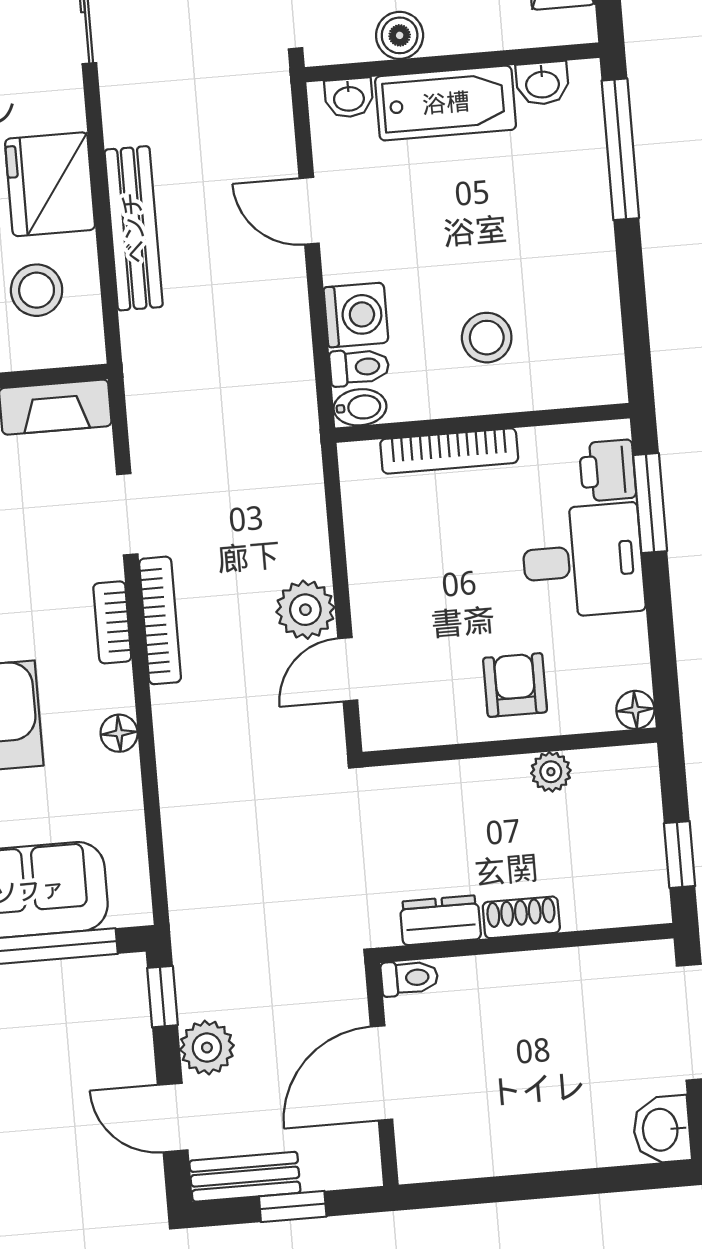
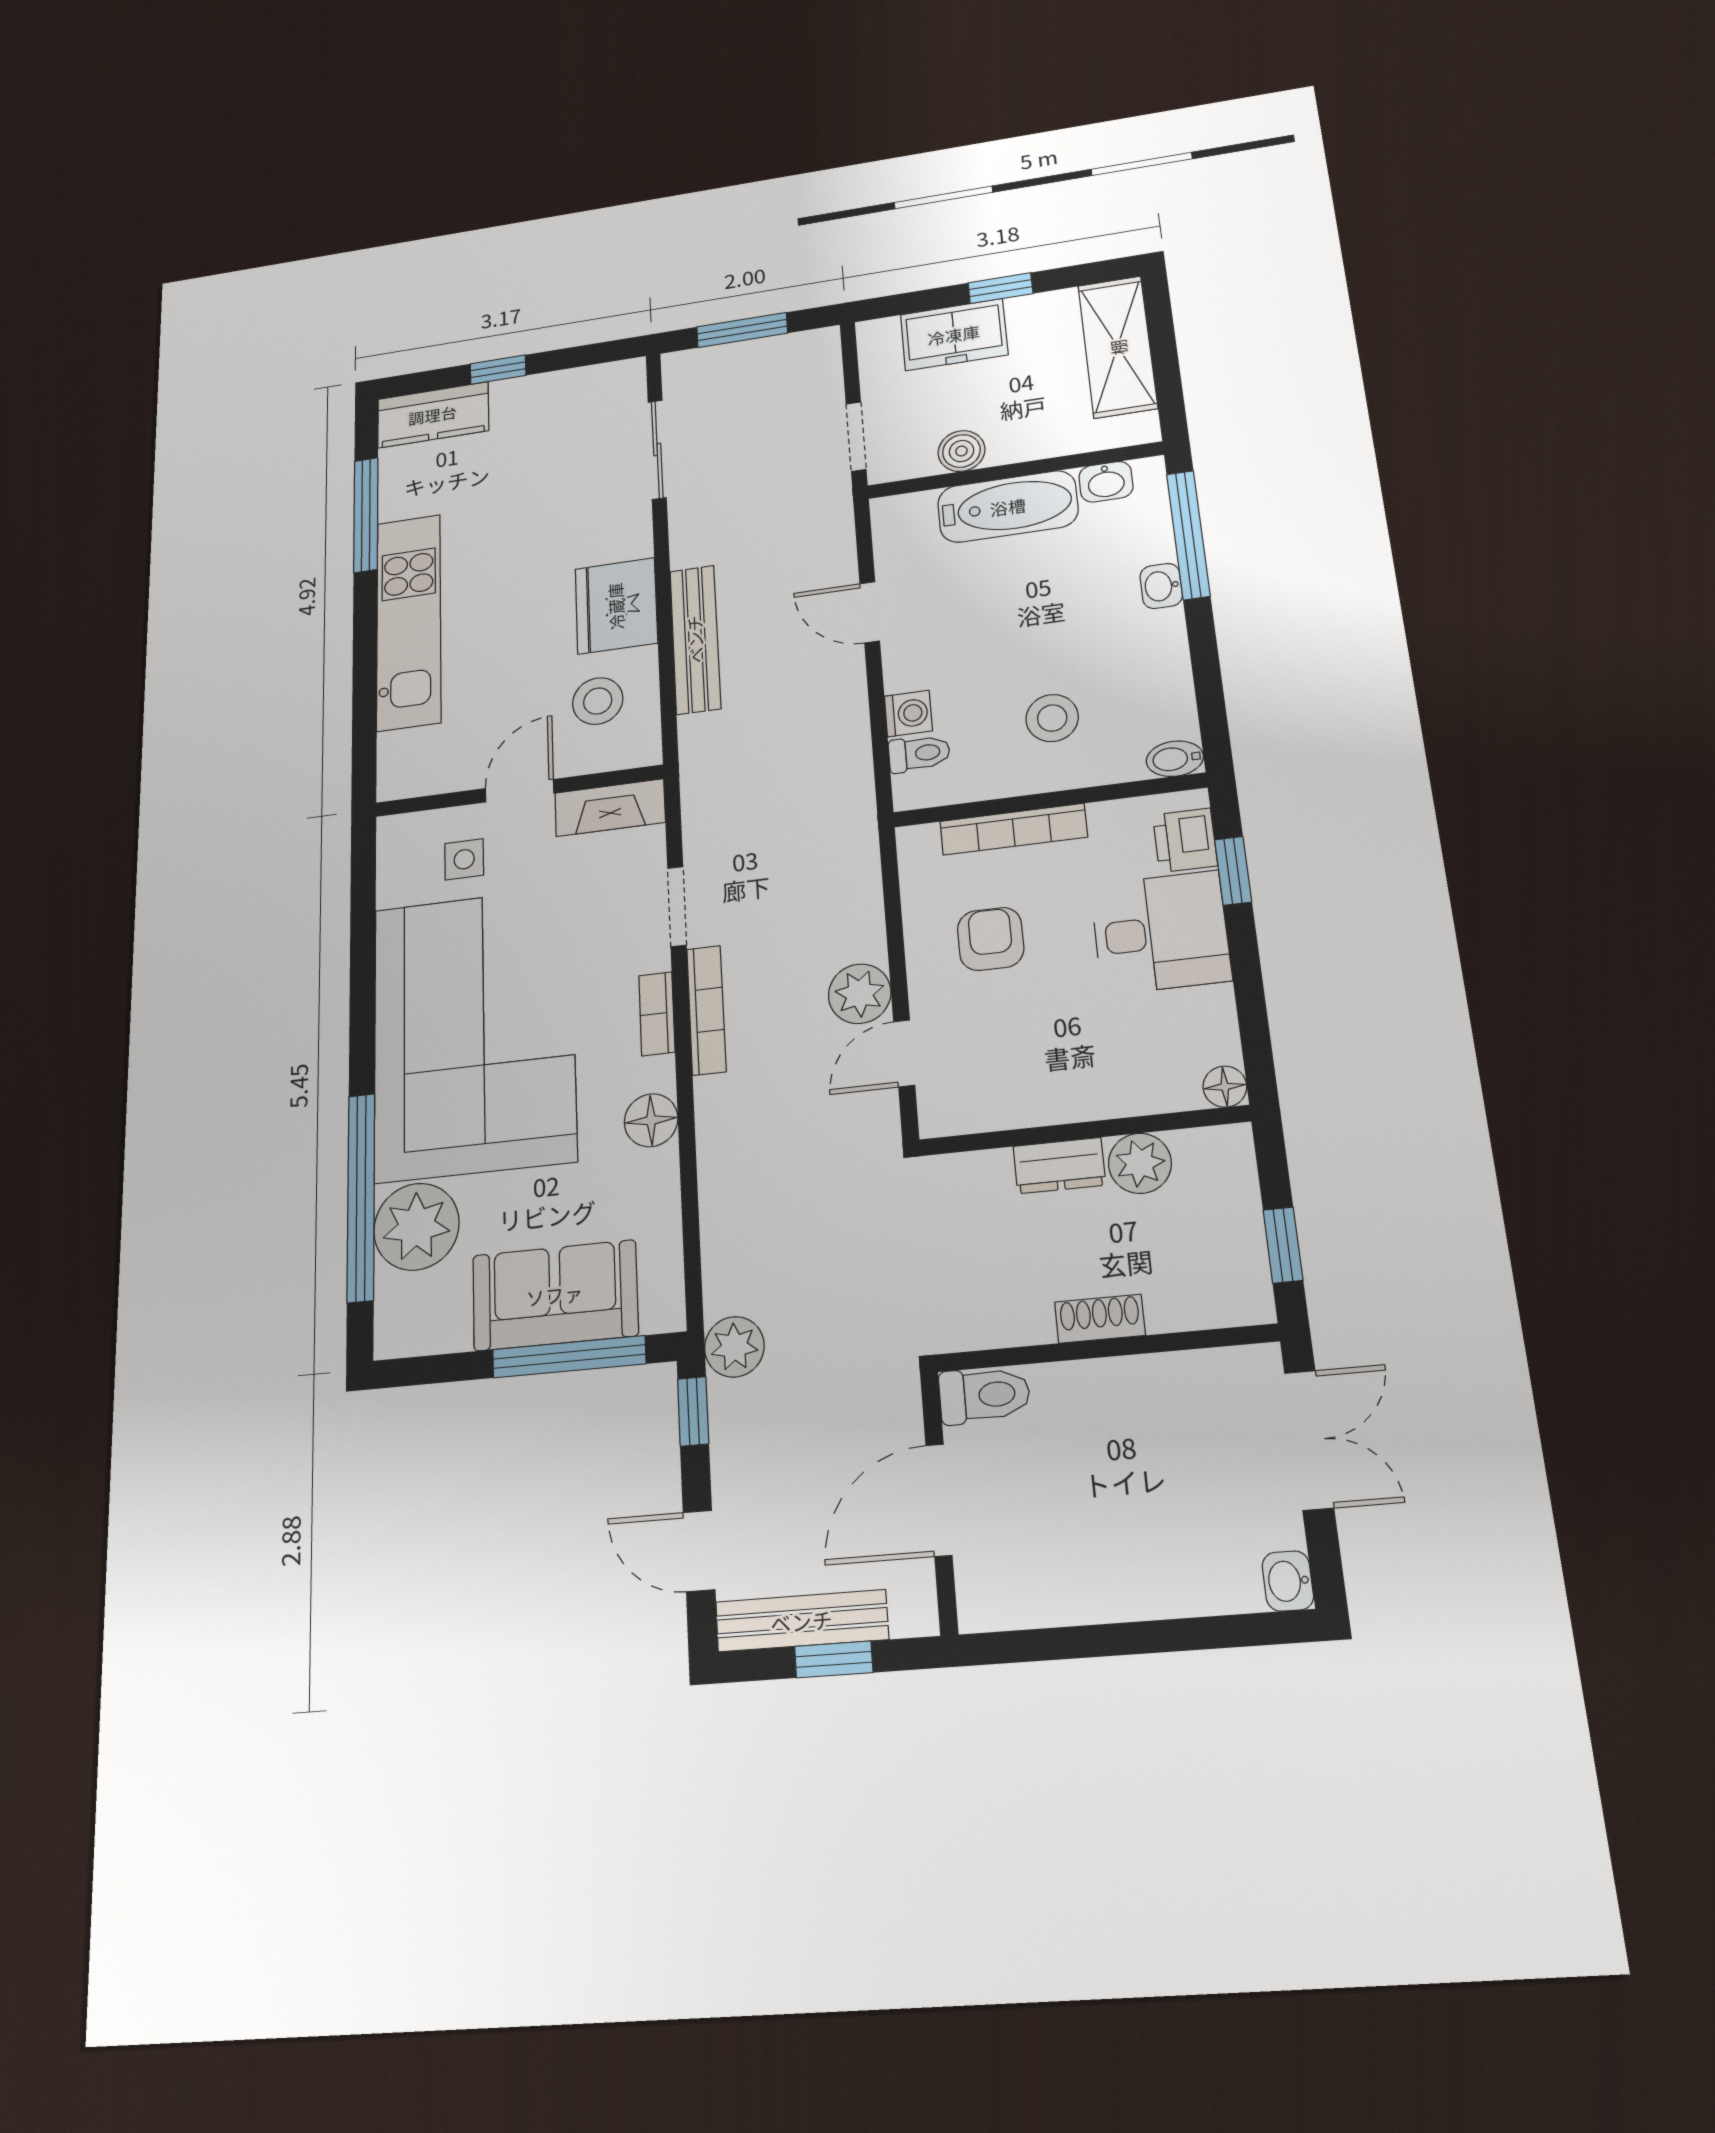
washbasin: (349, 98) -> (1161, 586), moved, turned 90
washing machine: (356, 315) -> (908, 713), width x0.73, depth x0.73
bidet: (360, 407) -> (1175, 759), moved, turned 180
window: (650, 503) -> (1233, 871), width x0.67
armchair: (515, 685) -> (991, 939), moved
floor lamp: (119, 733) -> (651, 1120), width x1.37, depth x1.37
plant: (551, 772) -> (1140, 1163), width x1.38, depth x1.38
dresser: (440, 920) -> (1059, 1166), moved, turned 180
toilet: (409, 978) -> (984, 1395), width x1.37, depth x1.39
plant: (207, 1048) -> (734, 1347), moved
washbasin: (662, 1130) -> (1288, 1581), width x0.72, depth x0.69
bench: (245, 1177) -> (802, 1621), width x1.36

